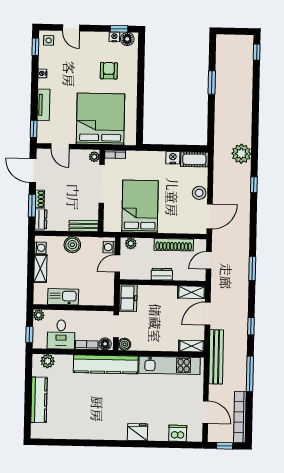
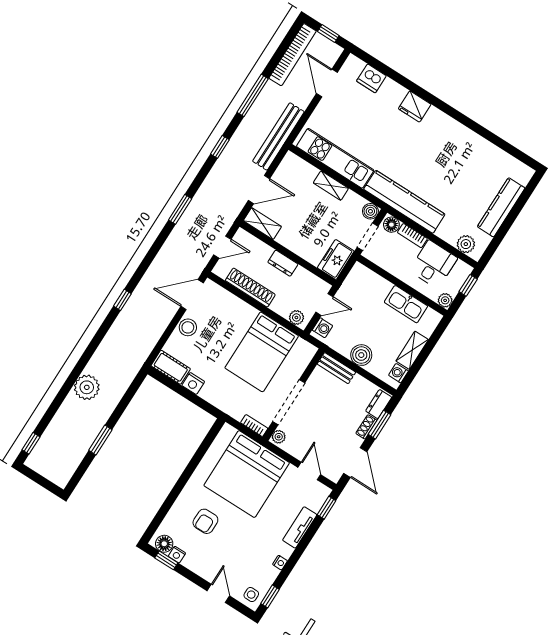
plant: (241, 154) -> (87, 387), moved
shelving: (191, 346) -> (331, 186), moved

